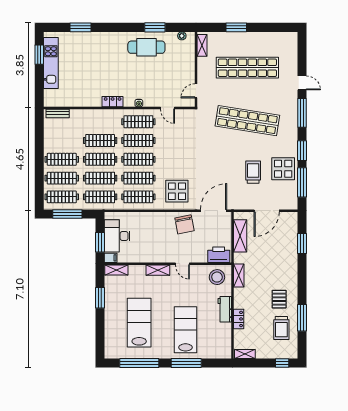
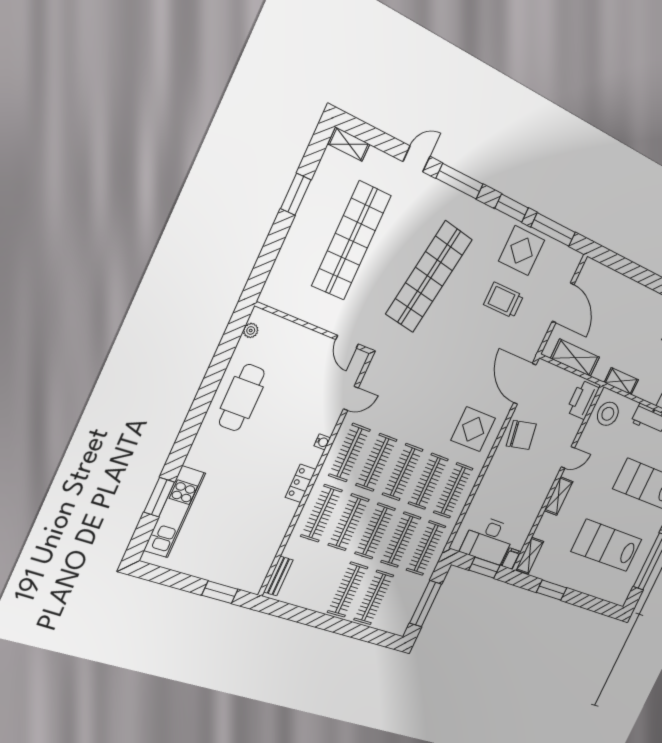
window: (155, 27) -> (216, 371), removed
window: (236, 27) -> (296, 194), moved
shelving: (202, 45) -> (349, 144), moved
window: (39, 55) -> (220, 592), moved
kitchen unit: (51, 63) -> (175, 512), moved, turned 90
clothes rail: (62, 197) -> (321, 513), moved
window: (302, 243) -> (629, 269), removed

